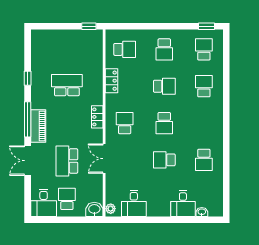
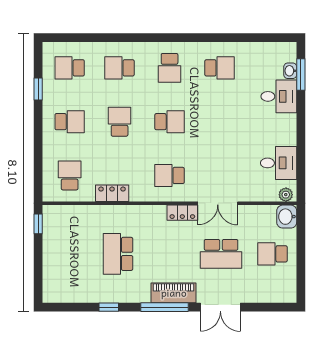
window: (206, 26) -> (38, 89), moved
locker: (97, 117) -> (182, 213), moved
school desk: (164, 160) -> (170, 68), moved
desk: (44, 203) -> (278, 285), removed
window: (199, 220) -> (301, 75), added

